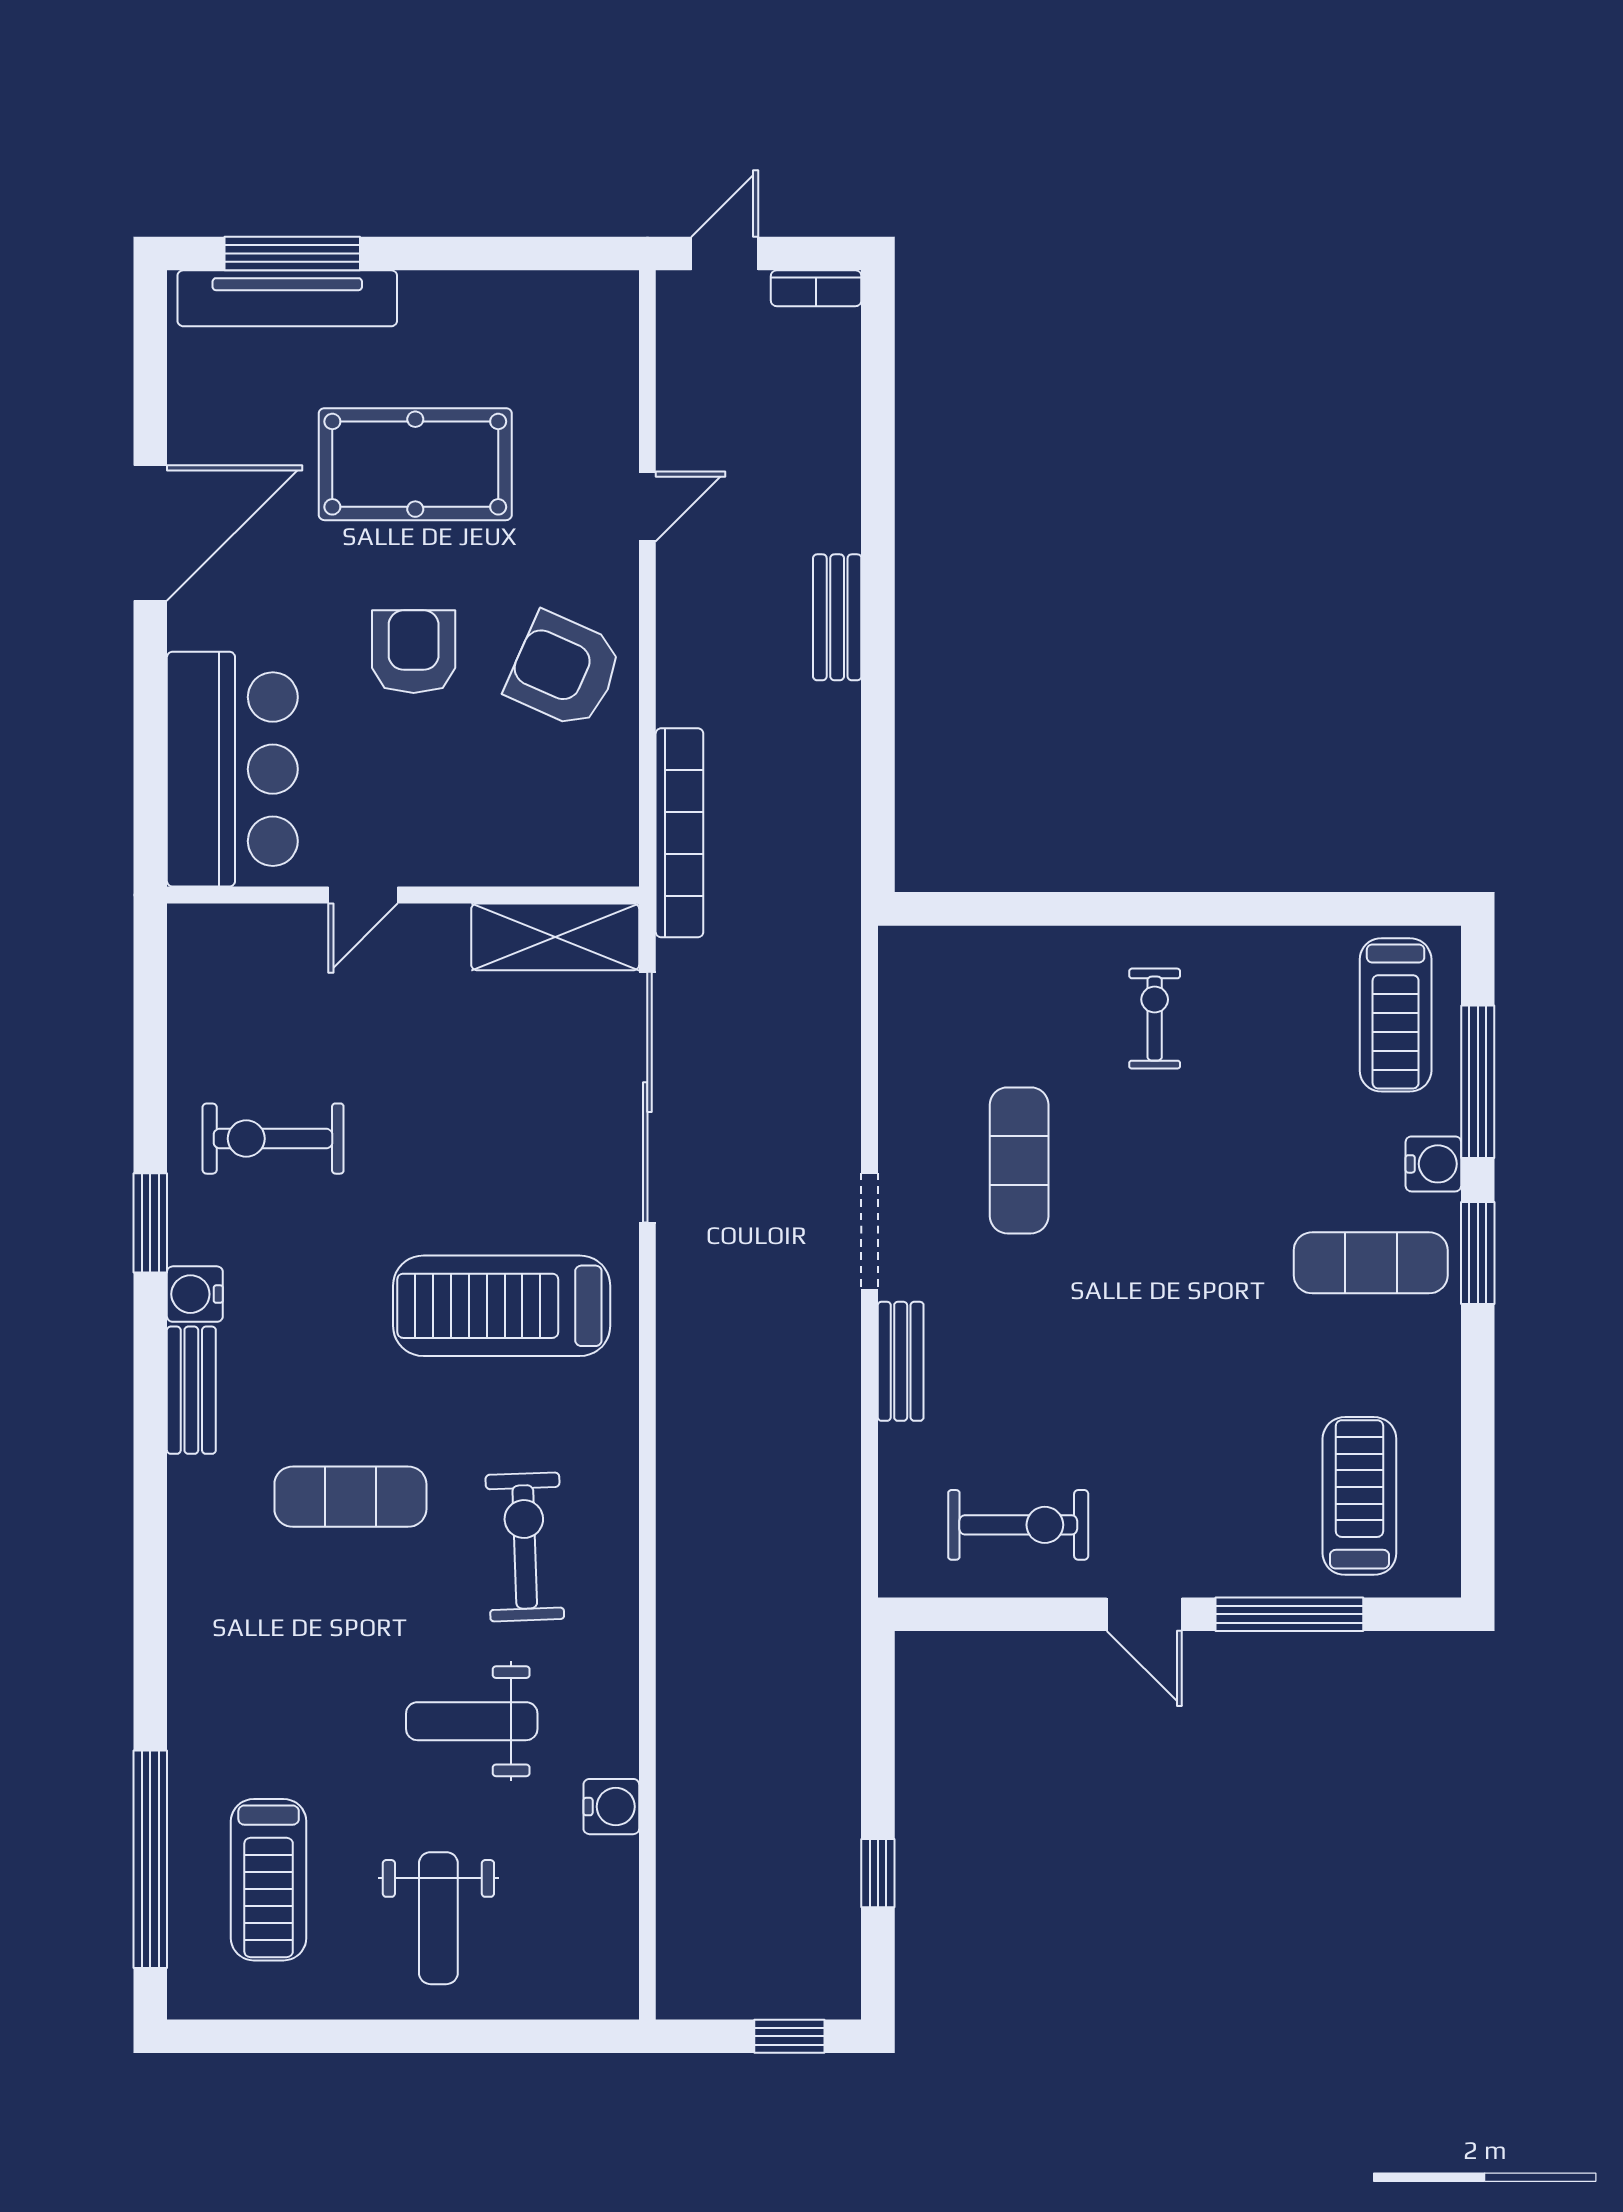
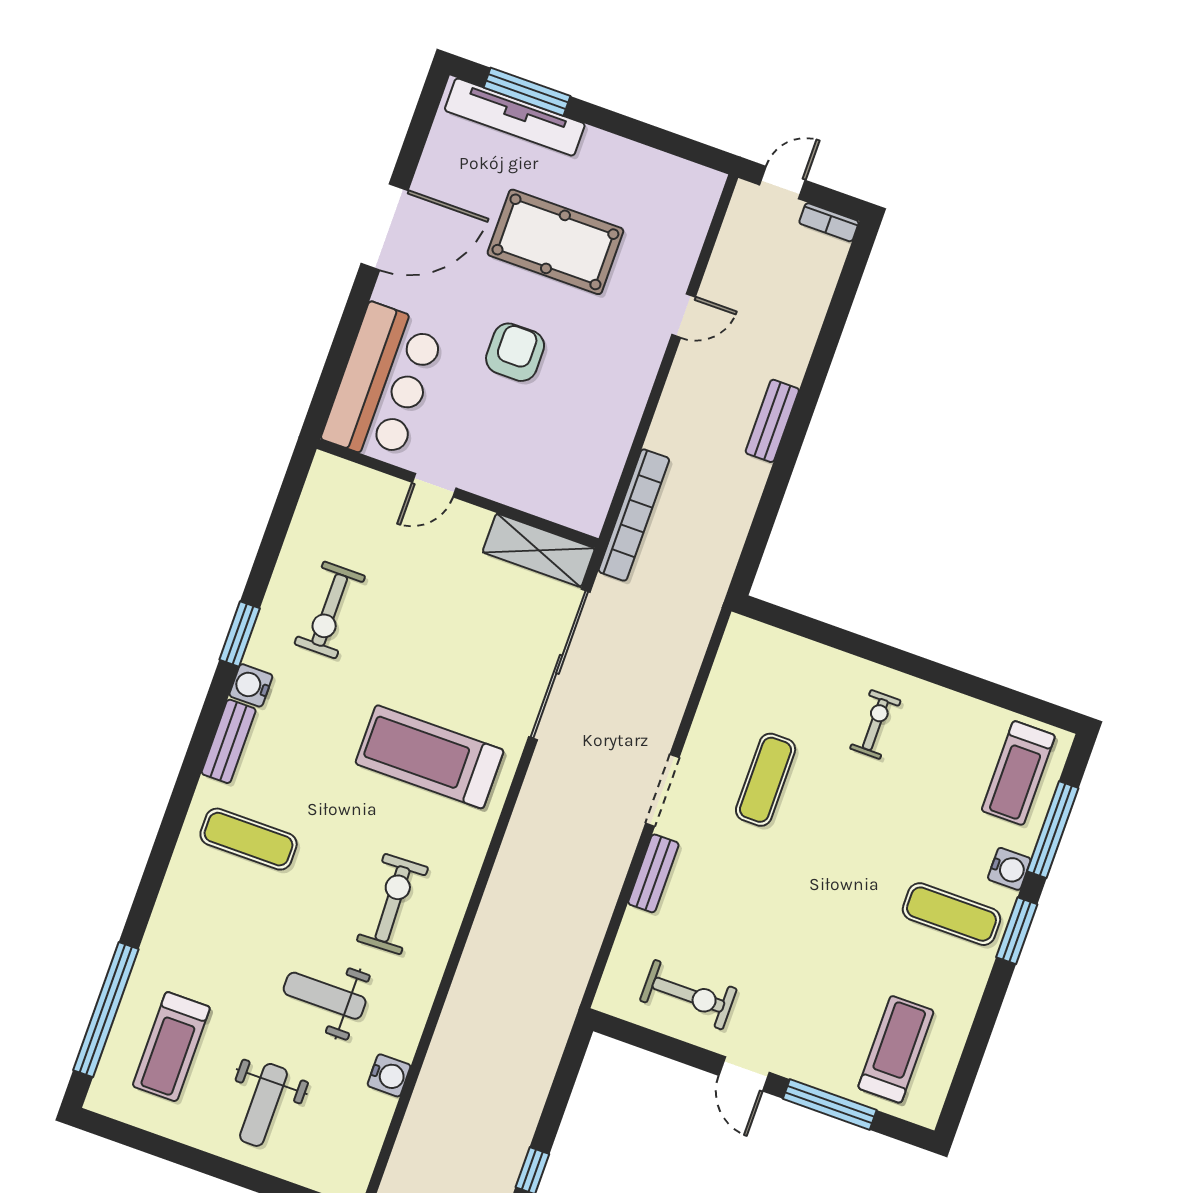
armchair: (564, 670) -> (600, 395), removed
exercise bike: (273, 1139) -> (330, 610), turned -90
exercise mat: (350, 1497) -> (249, 839), moved

